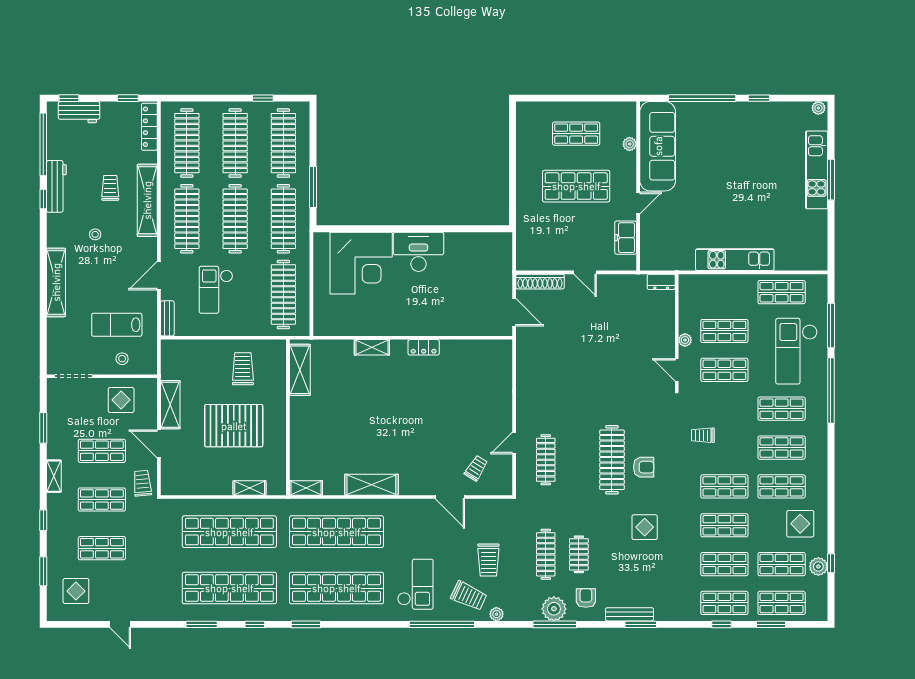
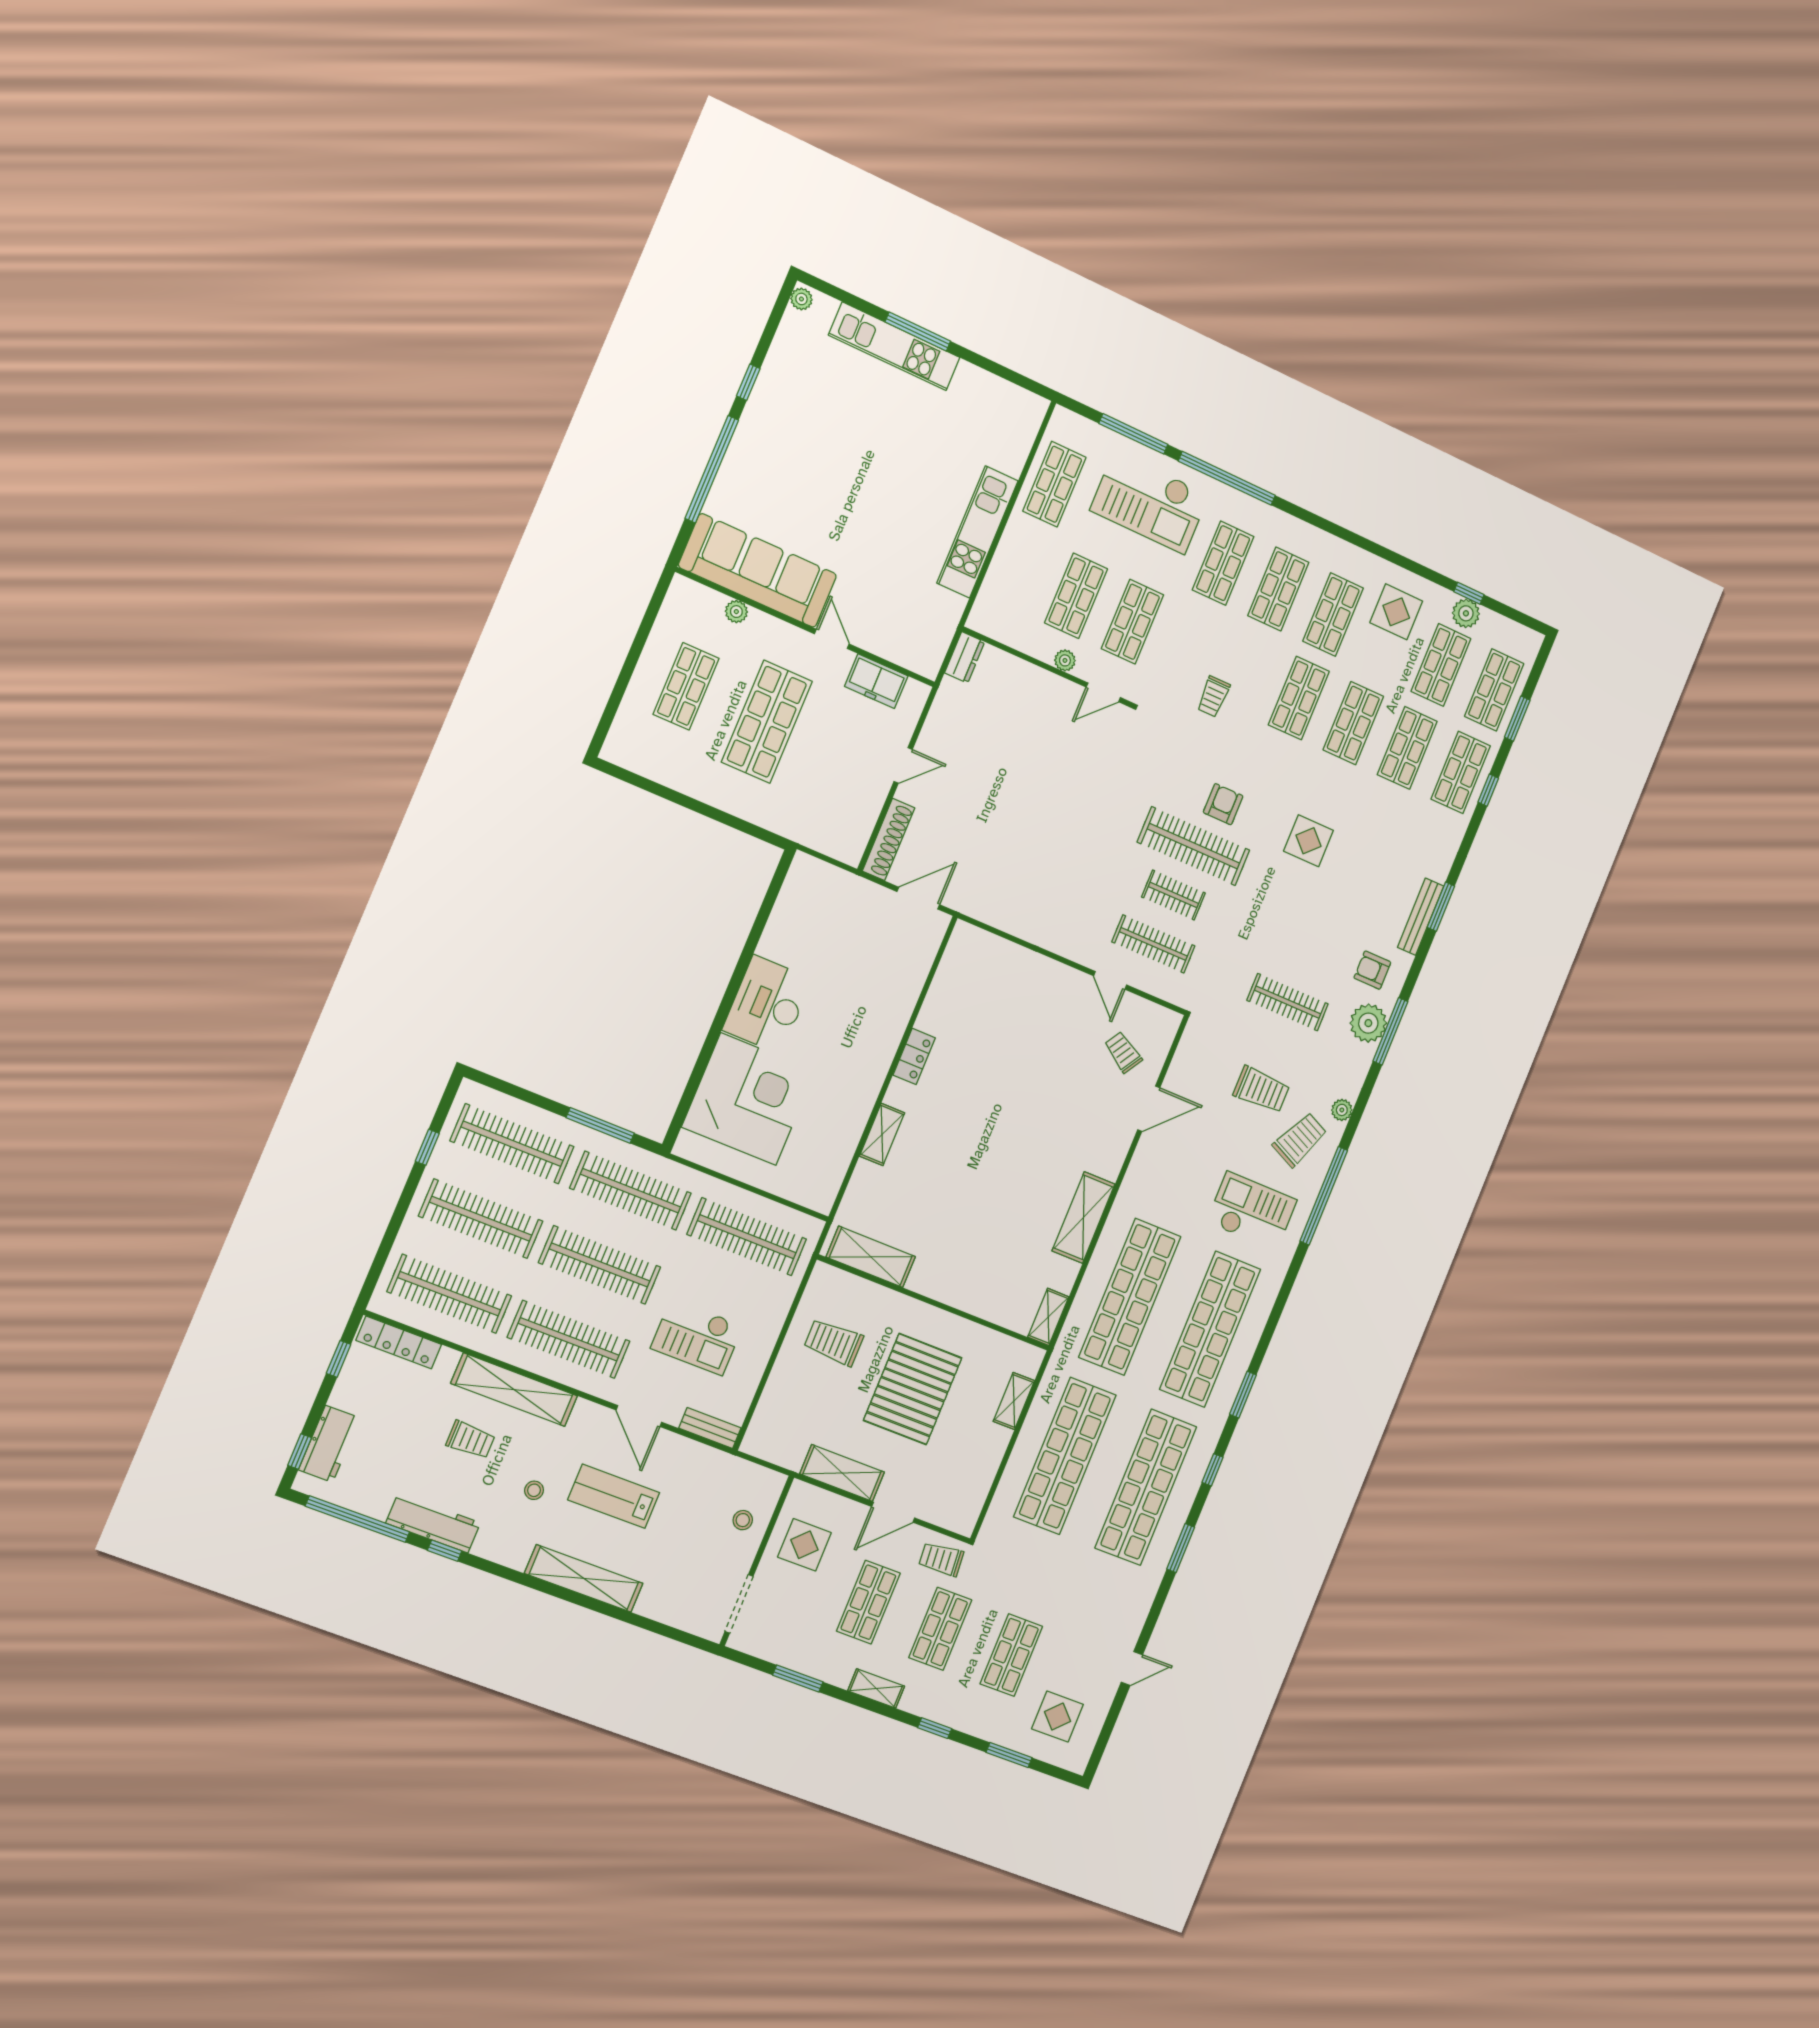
trolley: (110, 188) -> (471, 1440), turned 180
lab bench: (117, 325) -> (614, 1496), moved, turned 90
clothes rail: (579, 554) -> (1173, 895), moved

